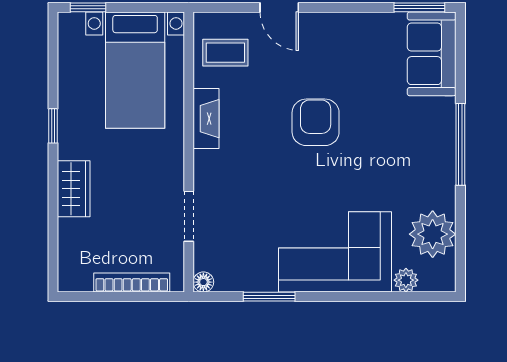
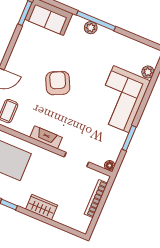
fireplace: (206, 119) -> (46, 137), moved
armchair: (316, 122) -> (58, 83), turned 64
plant: (433, 234) -> (91, 28), moved, width x0.53, depth x0.53

